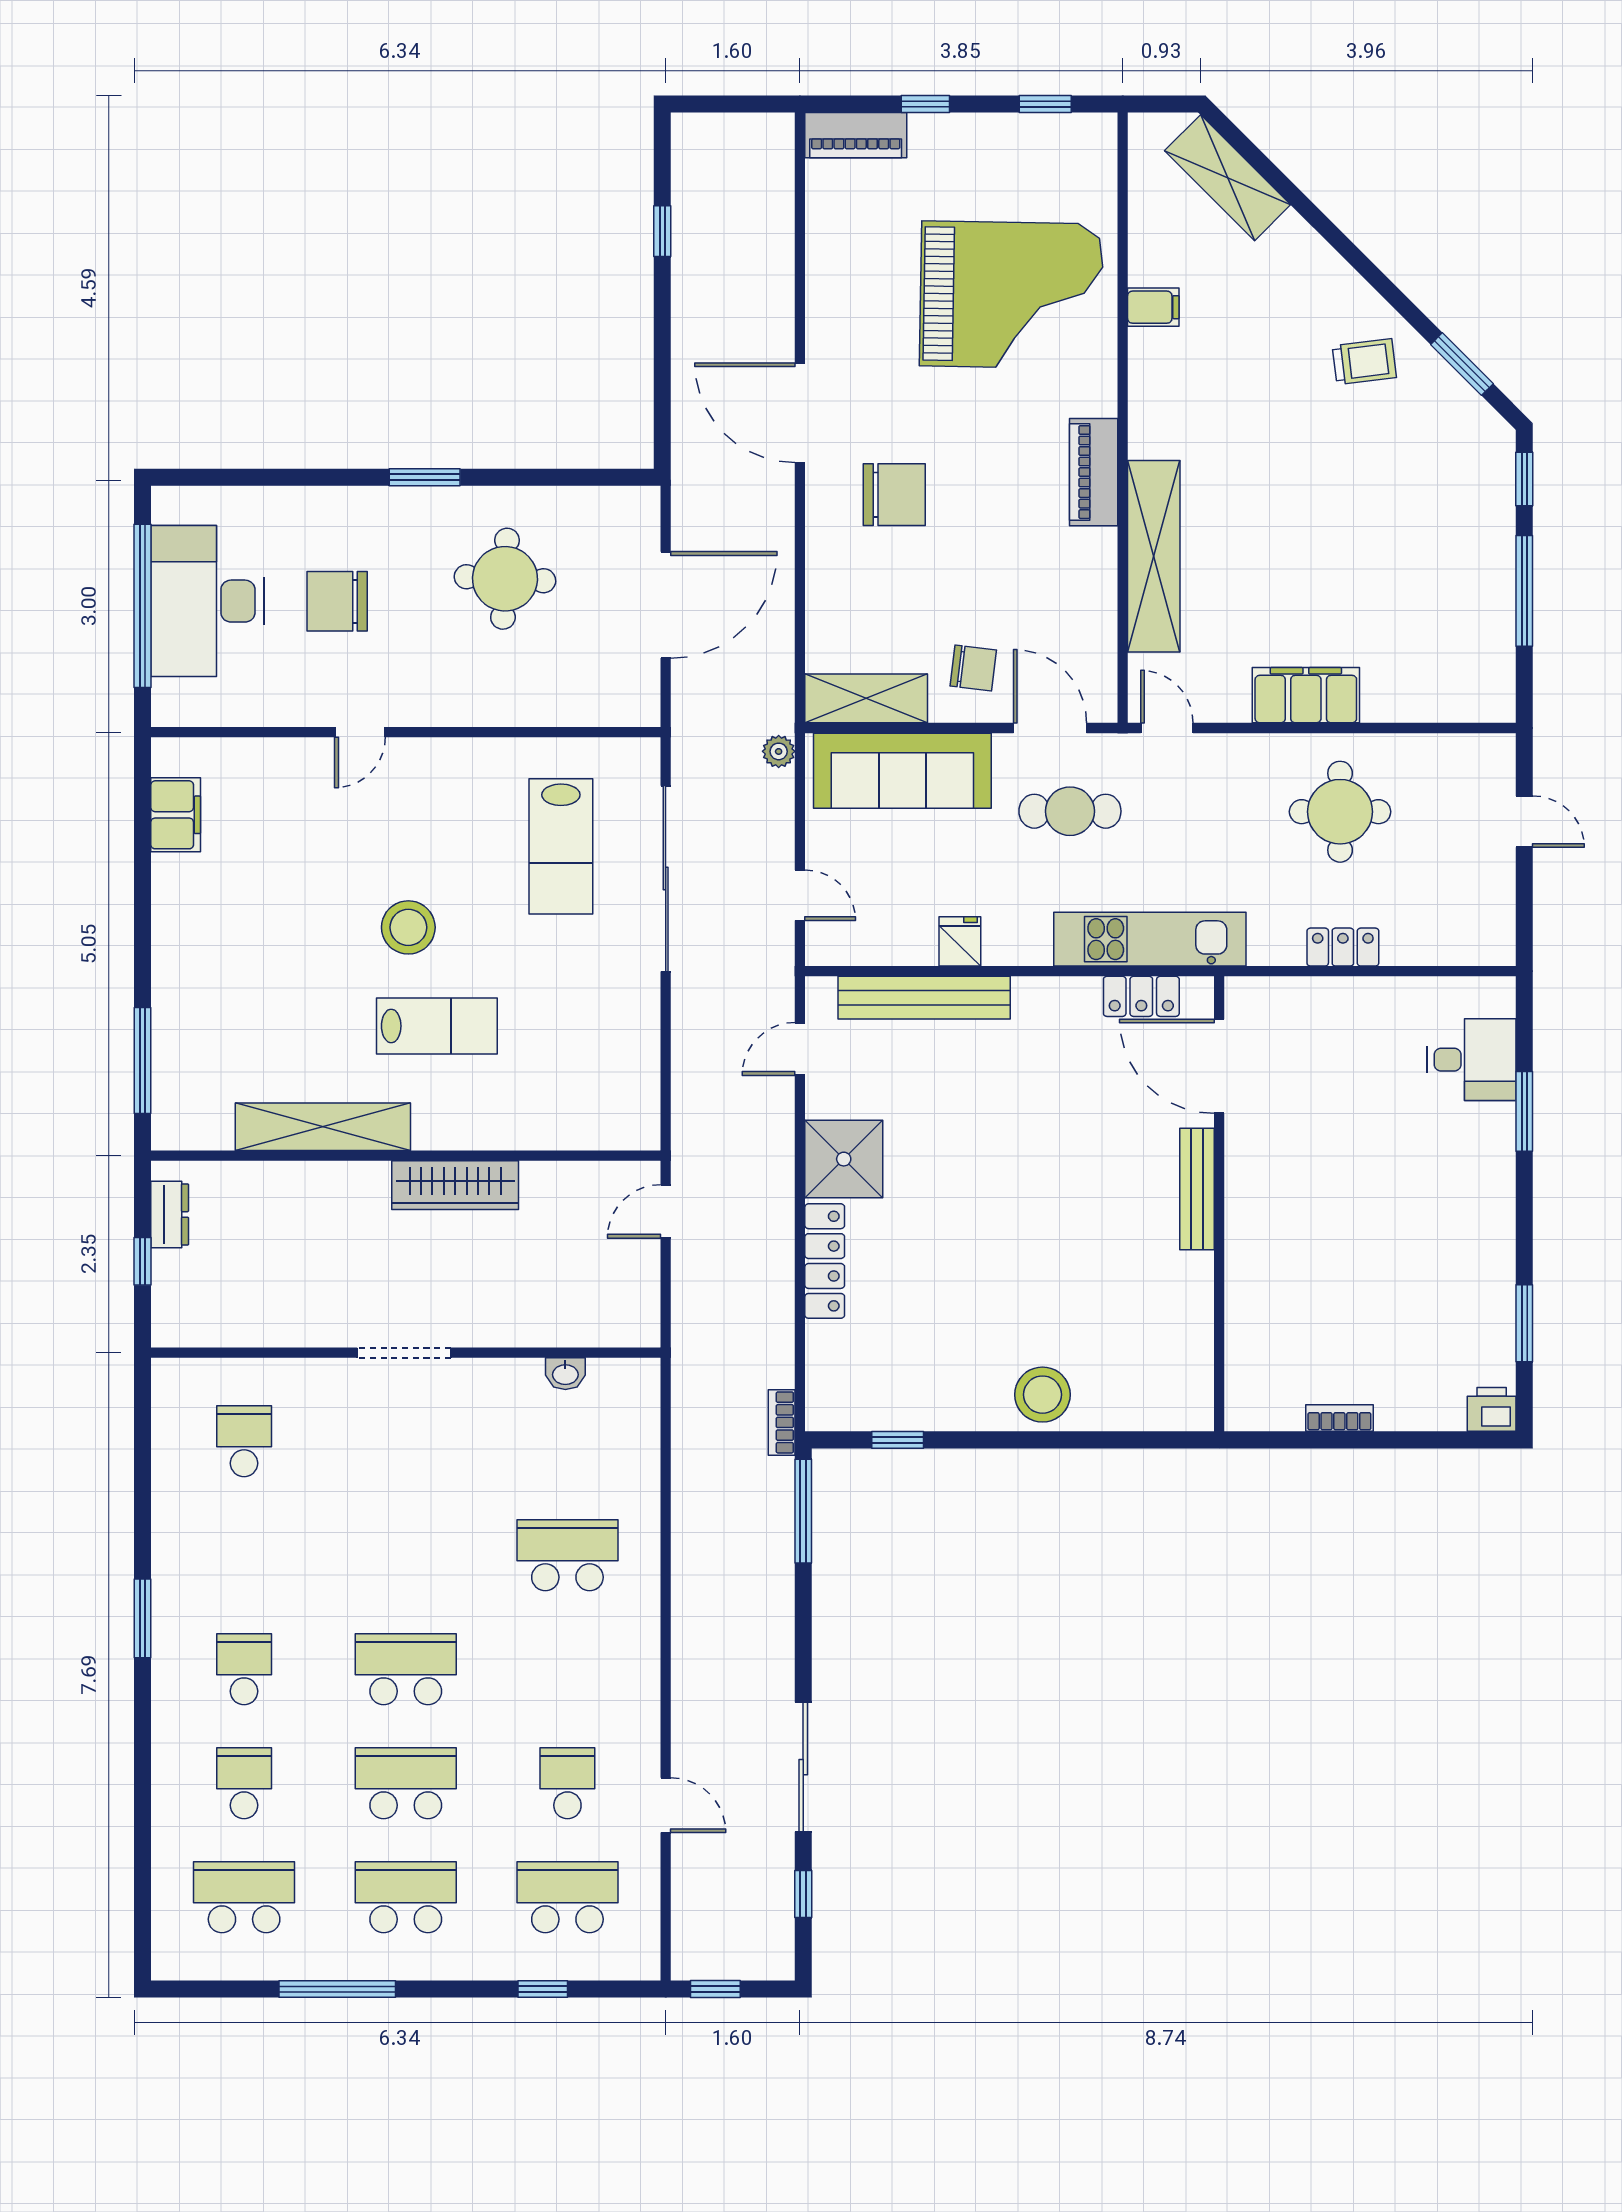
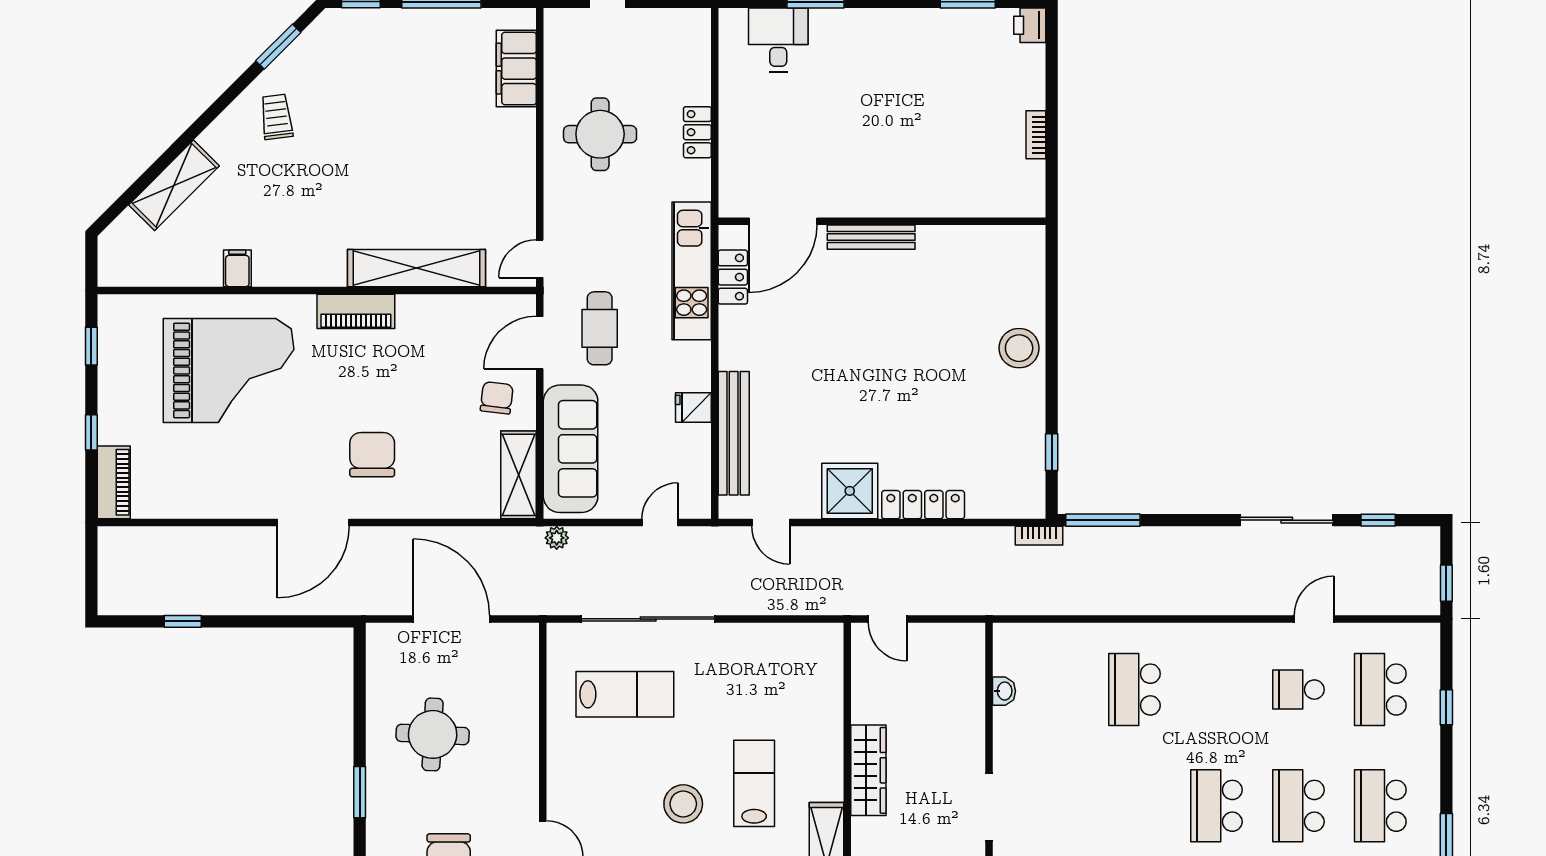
shelving: (1228, 178) -> (174, 185), moved
grand piano: (1011, 295) -> (229, 370), turned 89
filing cabinet: (1306, 695) -> (516, 69), moved

